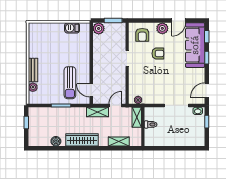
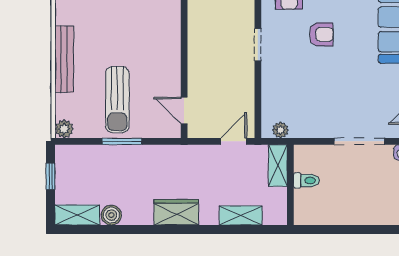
bench: (33, 70) -> (64, 59), width x1.36
sun lounger: (70, 83) -> (117, 100), moved
plant: (33, 87) -> (64, 129), moved
shelving: (97, 112) -> (77, 215), moved
wardrobe: (82, 140) -> (176, 212), width x0.67

